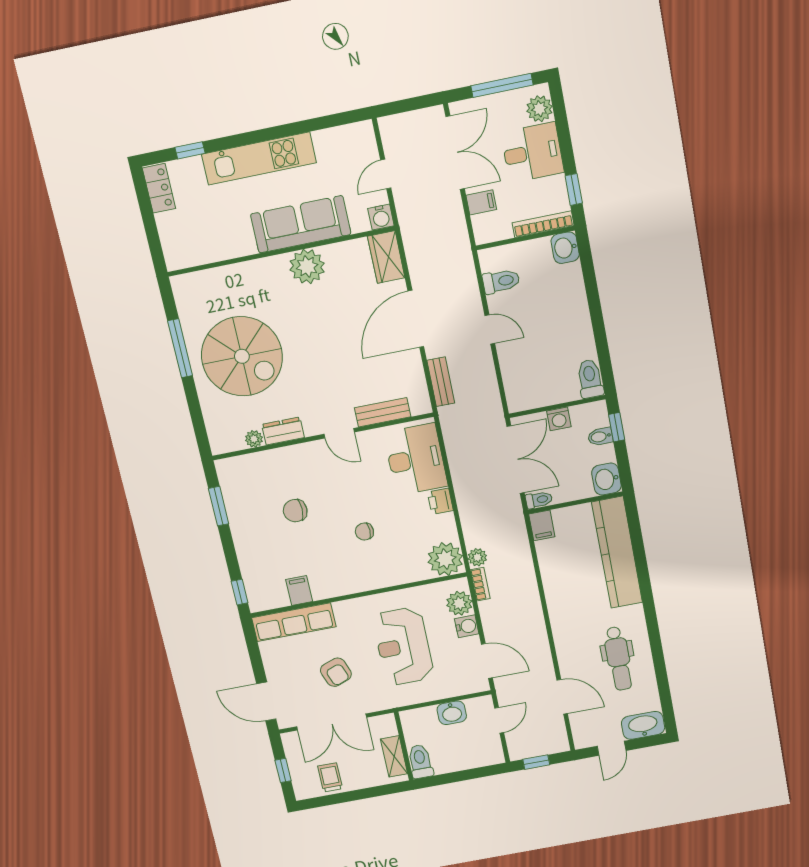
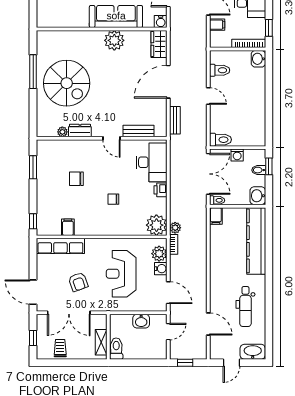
toilet: (590, 379) -> (220, 140), moved, turned 90

